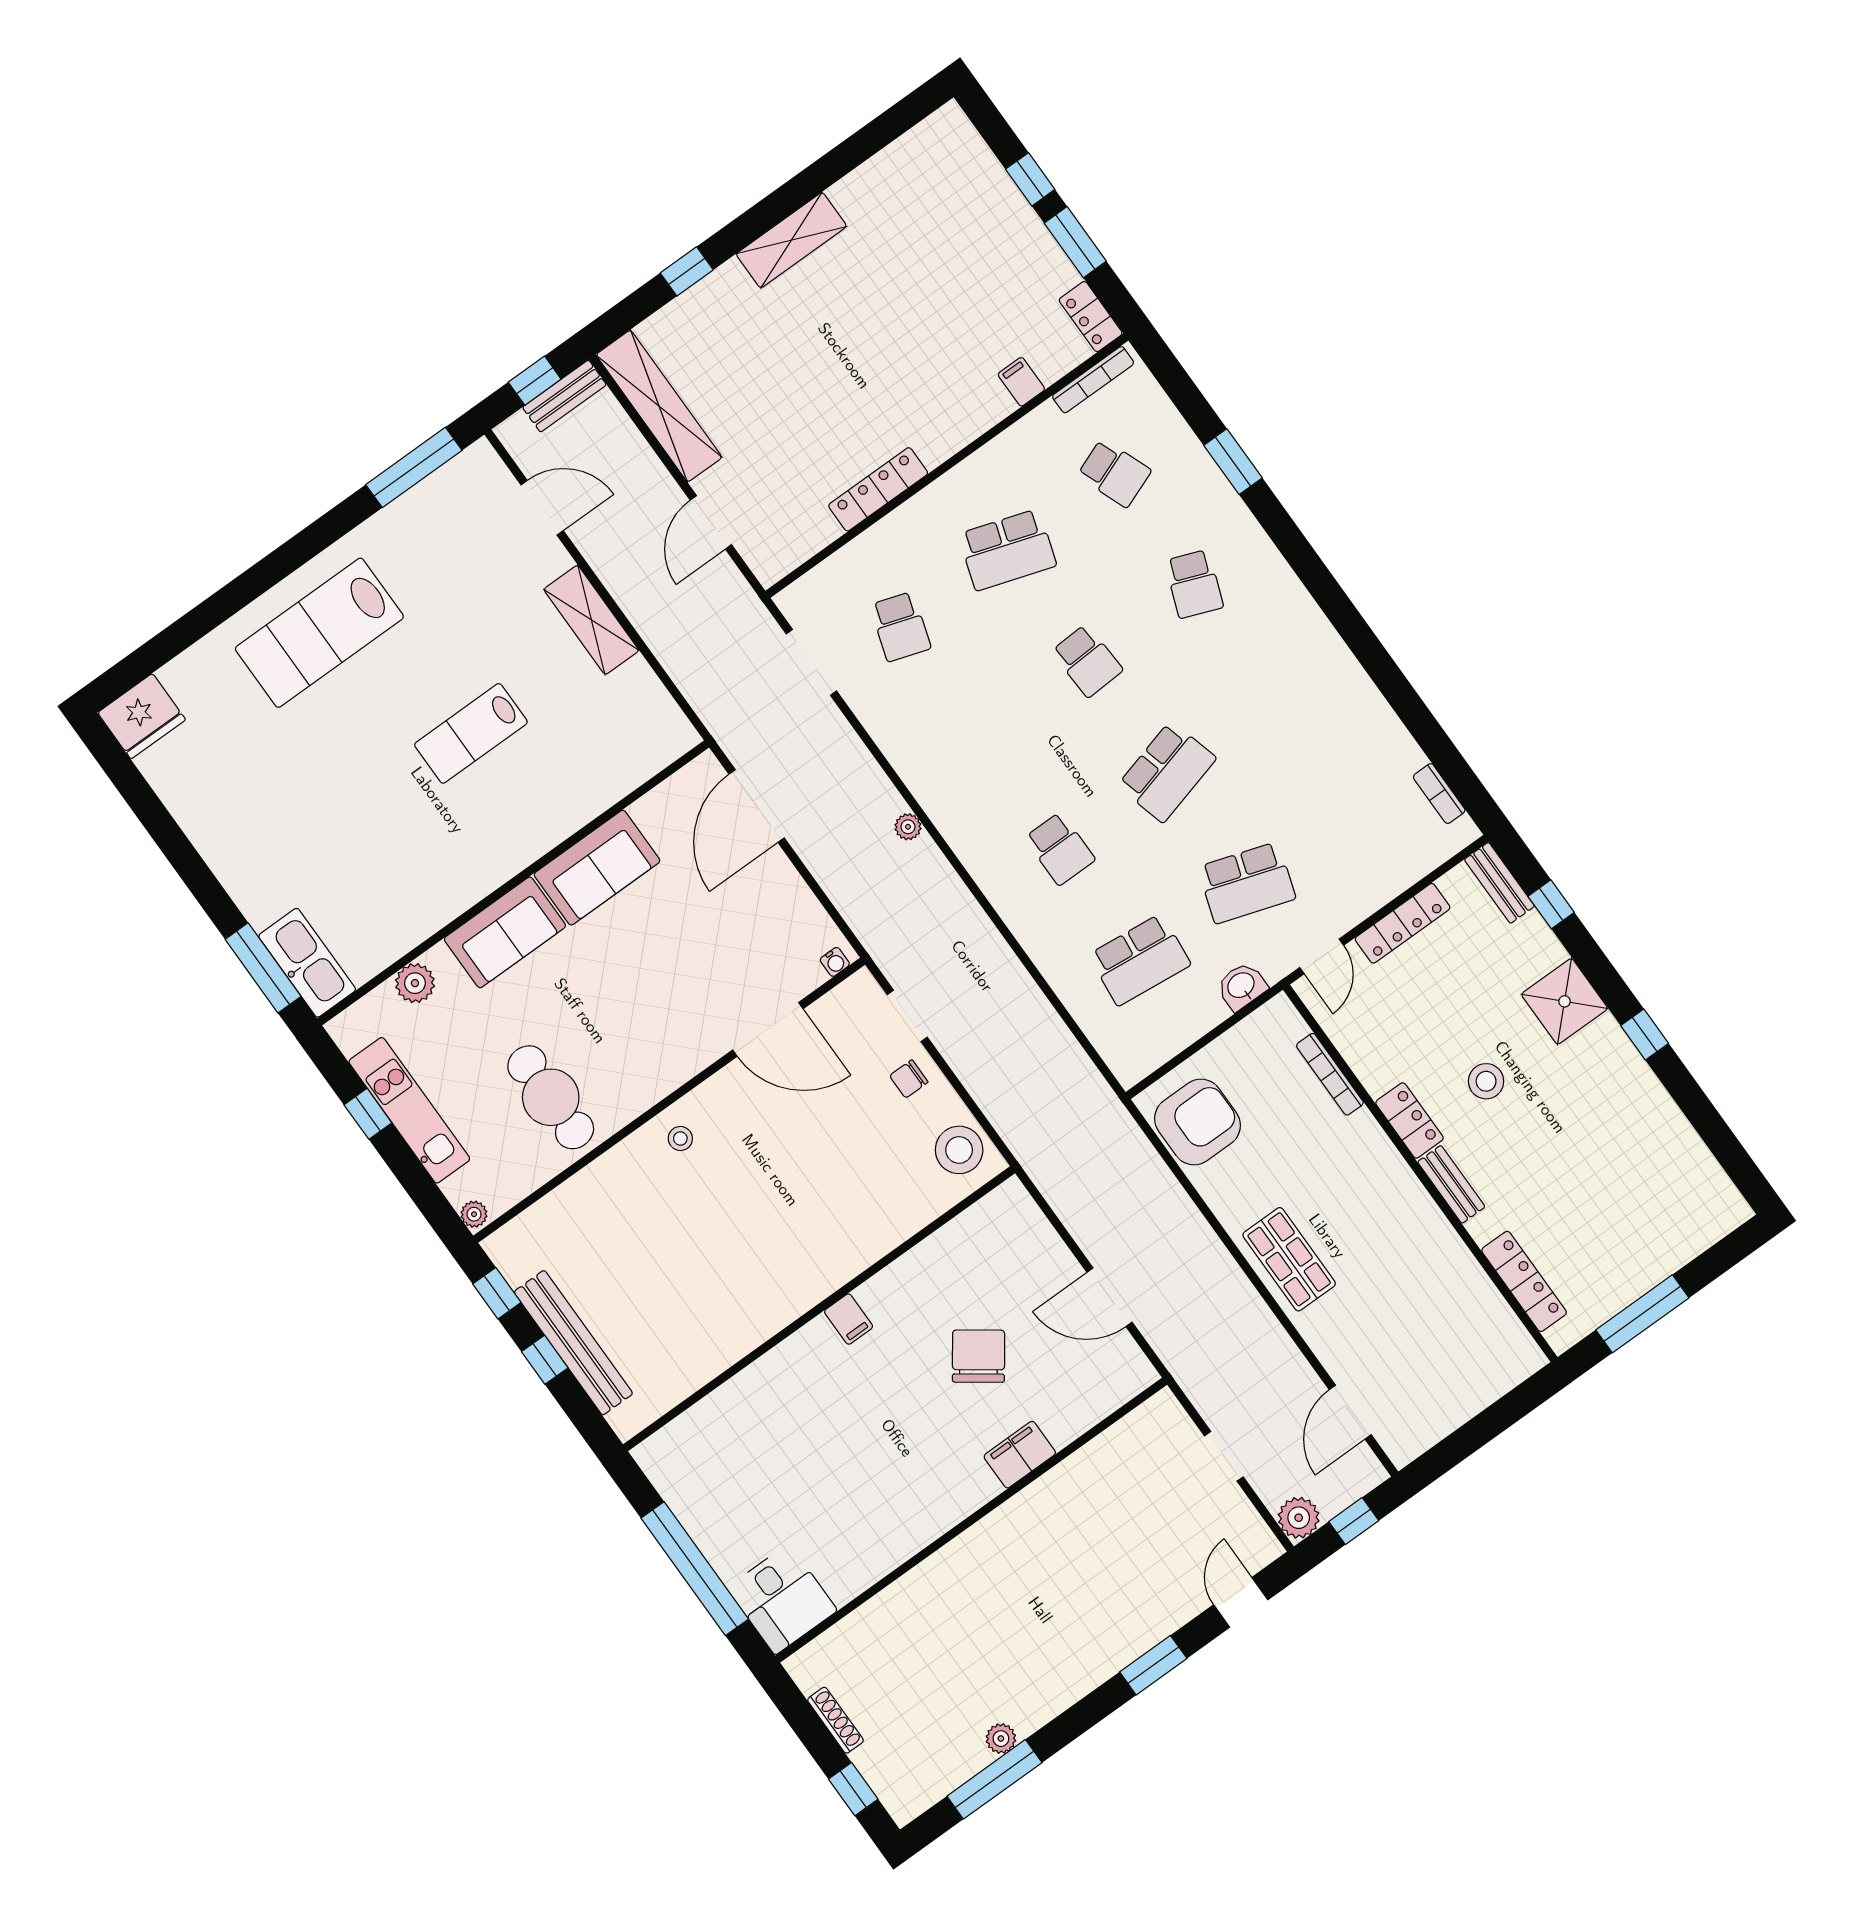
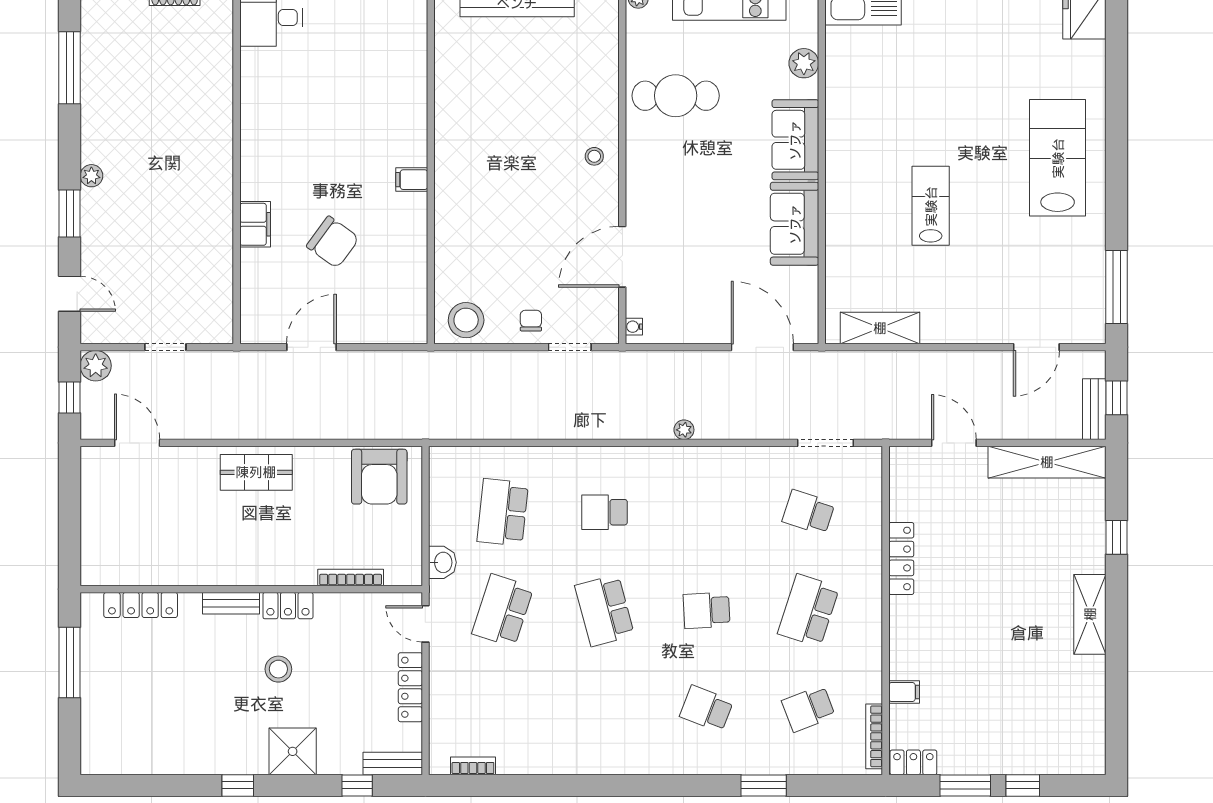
shelving: (591, 620) -> (880, 328), moved
plant: (1001, 1739) -> (91, 176), moved

